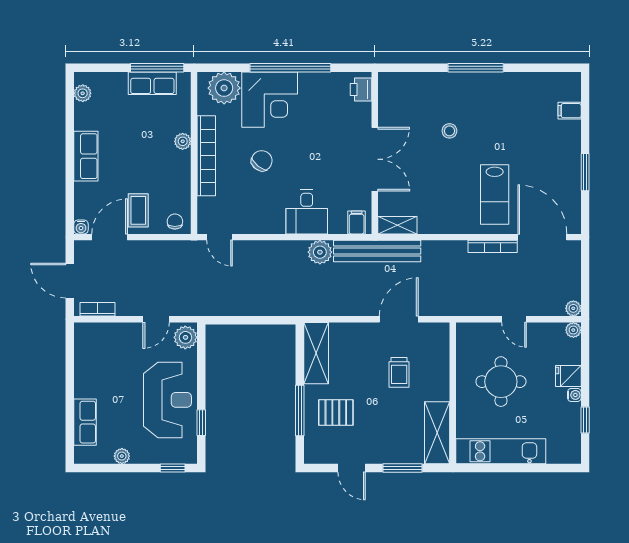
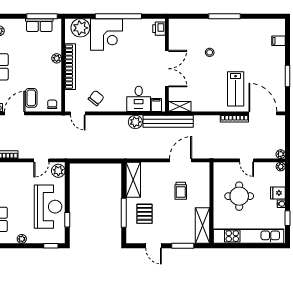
chair: (262, 161) -> (96, 98), moved
desk: (307, 212) -> (139, 99), moved
pallet: (336, 412) -> (144, 214), turned 90
kitchen unit: (501, 451) -> (248, 236), width x1.36

